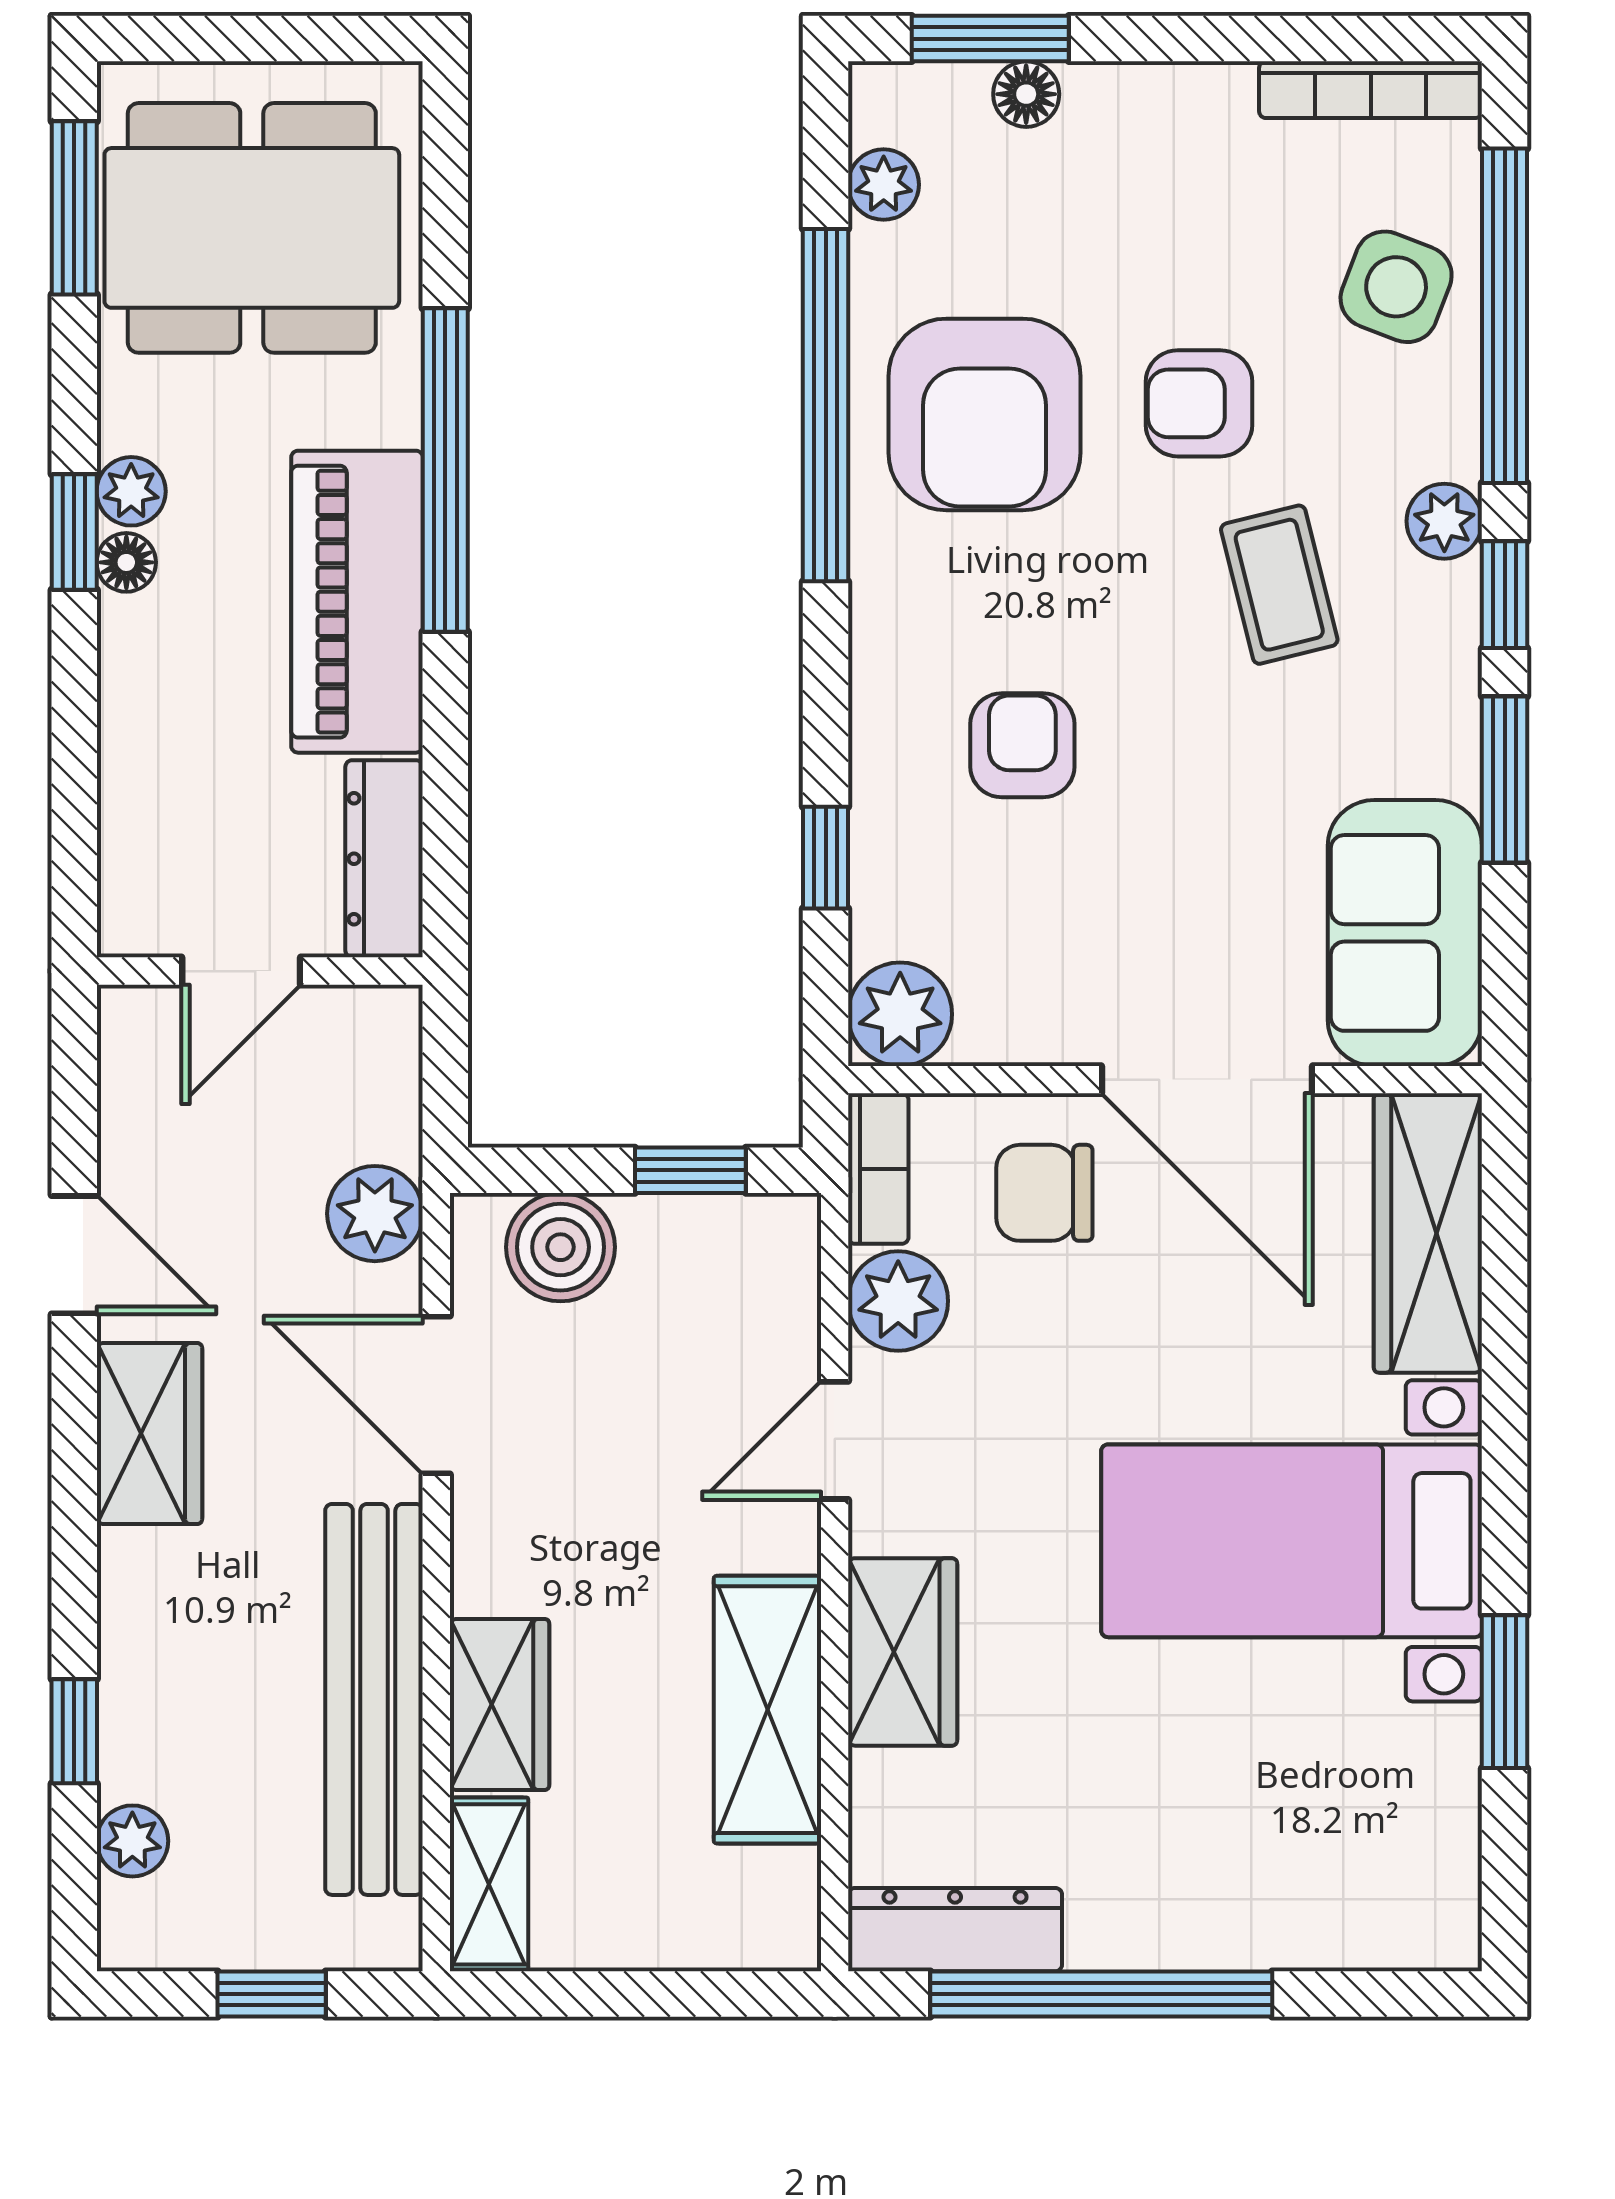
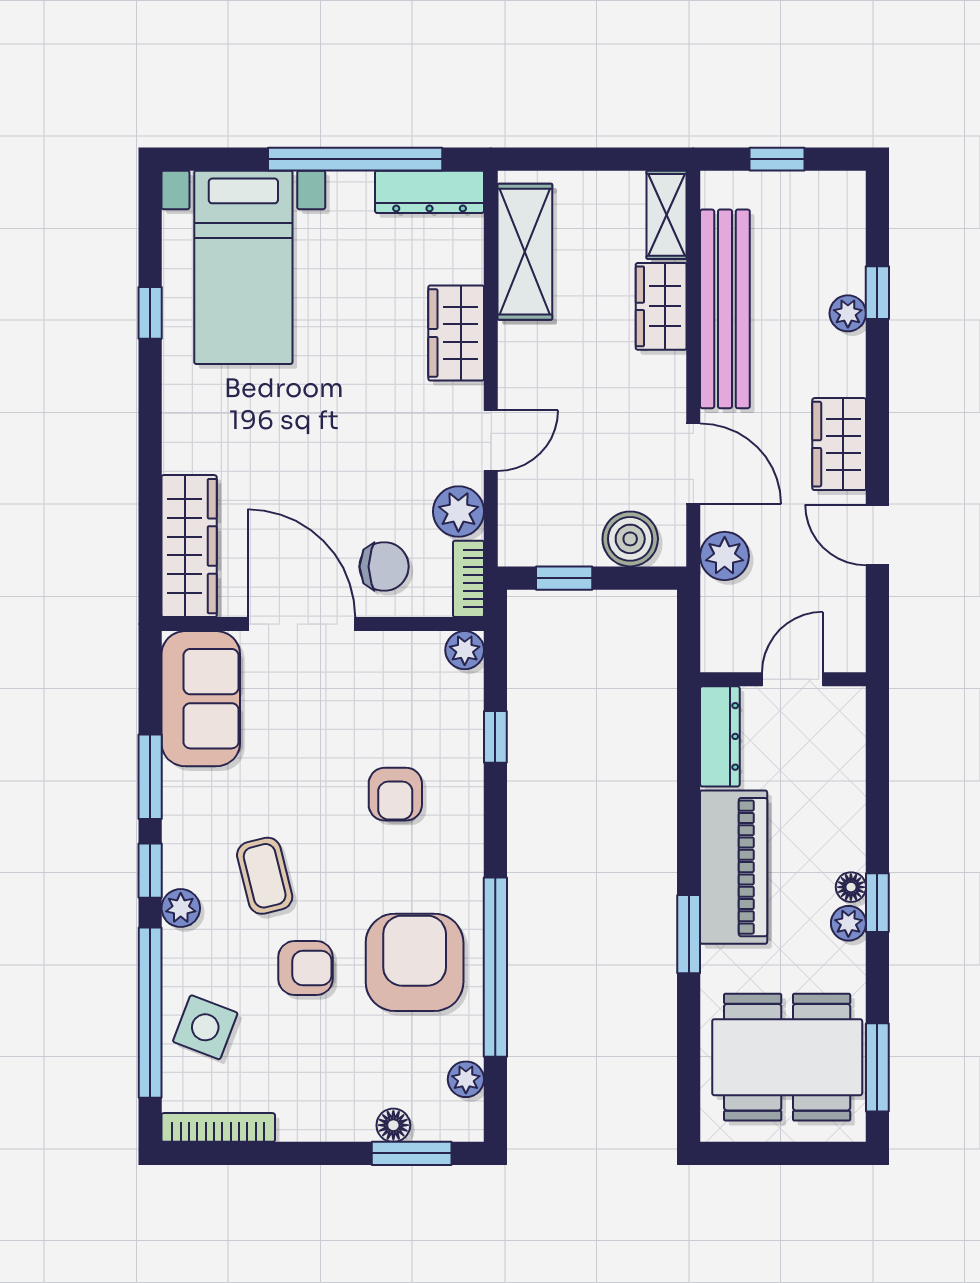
window: (445, 470) -> (689, 934), width x0.47
plant: (900, 1014) -> (465, 650), width x0.73, depth x0.73
bed with nightstands: (1292, 1541) -> (243, 267), moved, turned 90
window: (1505, 1692) -> (150, 313), width x0.67
shelving: (767, 1710) -> (525, 252), moved
plant: (132, 1841) -> (848, 313), moved

